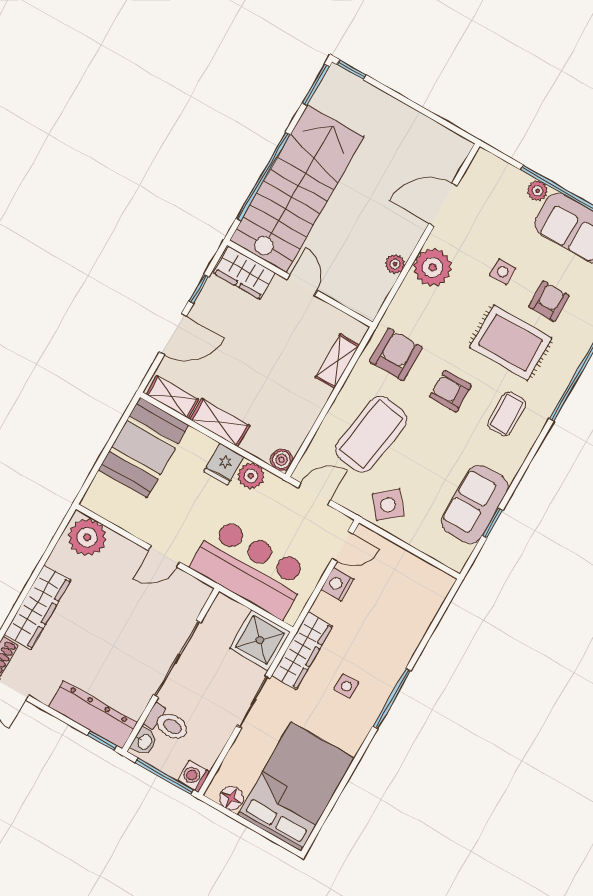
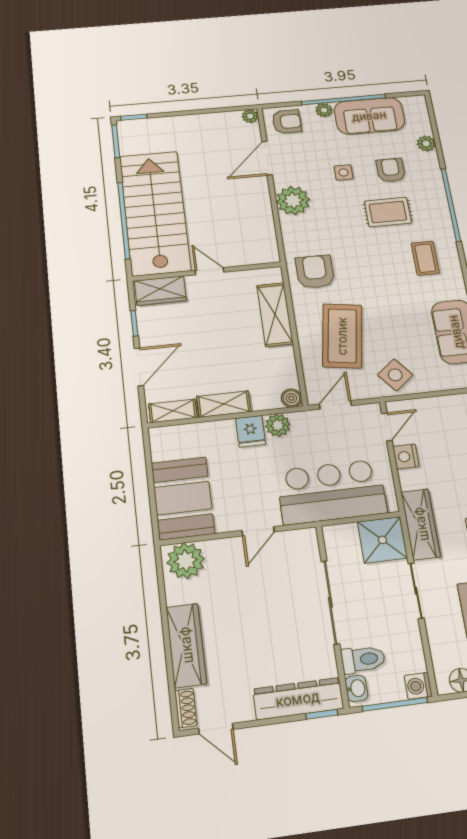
plant: (395, 264) -> (250, 116), moved
rug: (511, 343) -> (388, 212), width x0.73, depth x0.70
shelving: (337, 361) -> (275, 315), width x1.50, depth x1.33
armchair: (450, 391) -> (287, 122), moved, turned 180
booth: (143, 448) -> (183, 498), moved

